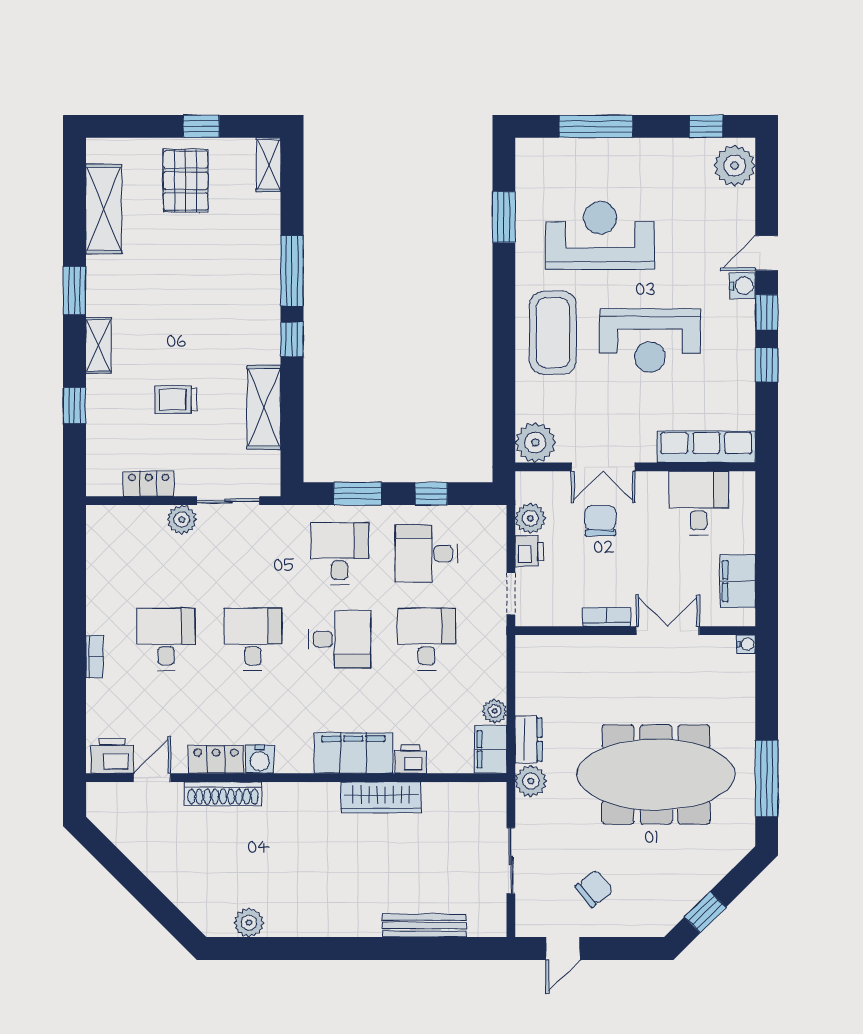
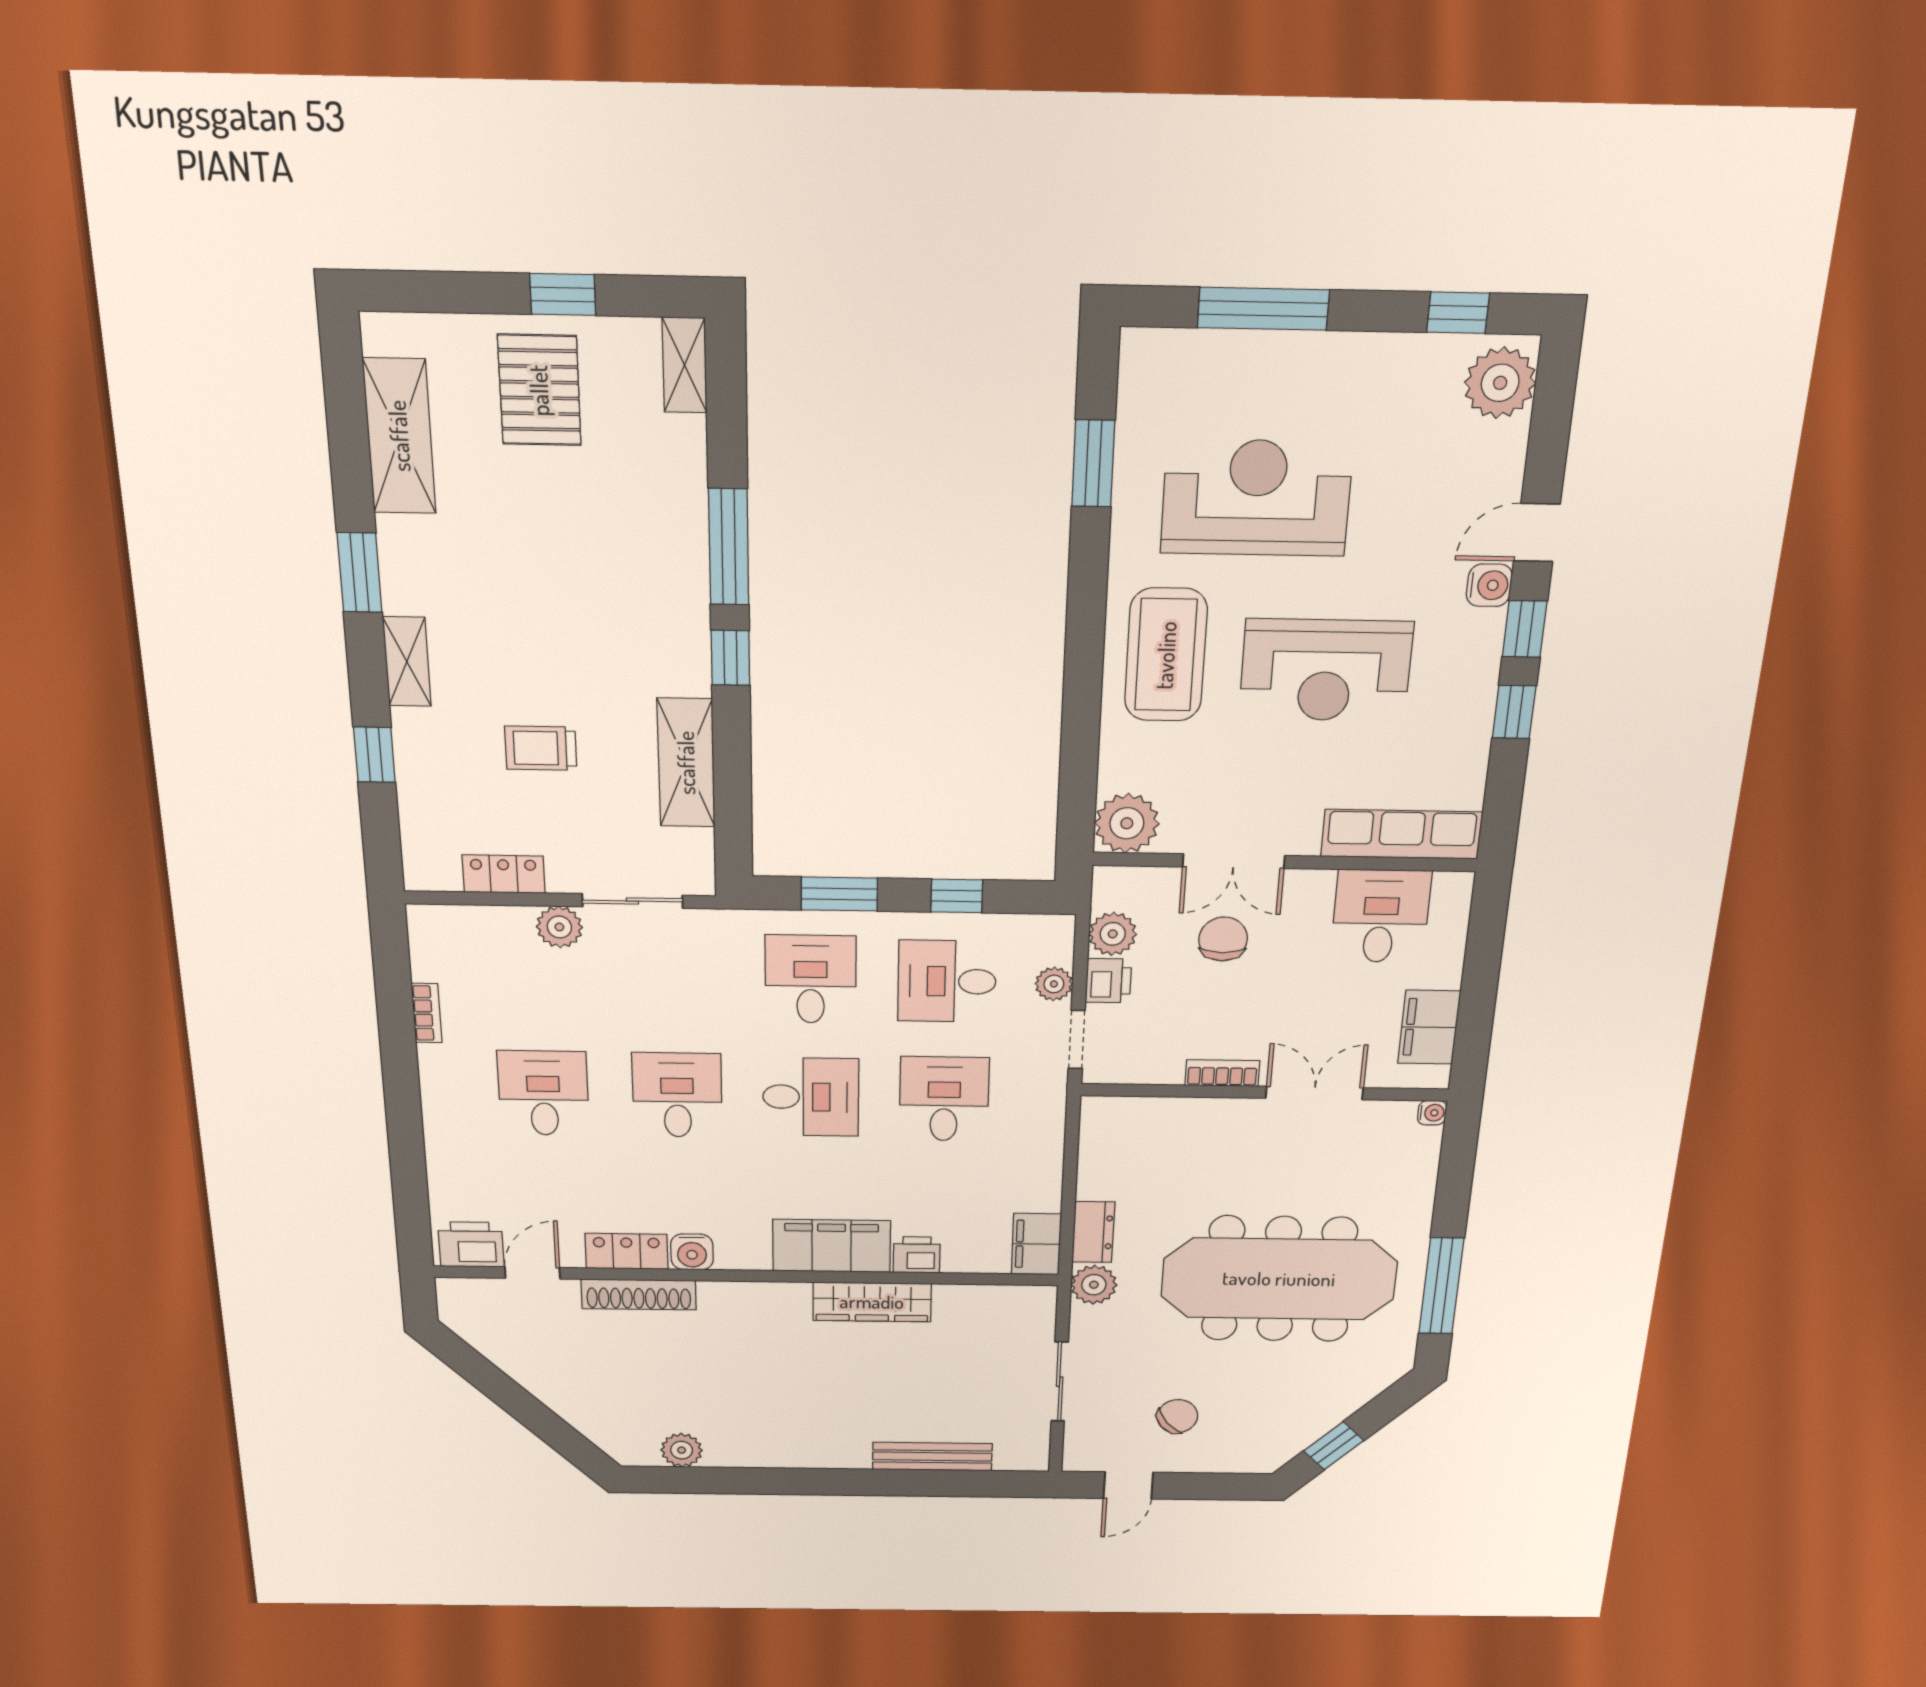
bookcase: (94, 657) -> (427, 1013), moved
plant: (495, 711) -> (1054, 984), moved

